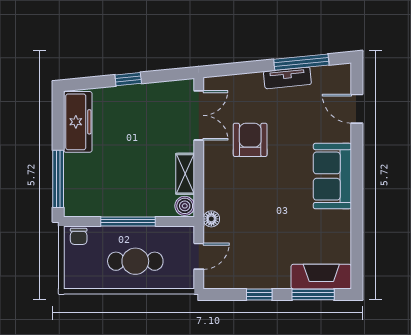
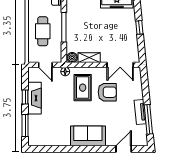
rug: (242, 186) -> (83, 88), added
fireplace: (321, 277) -> (35, 98), moved

